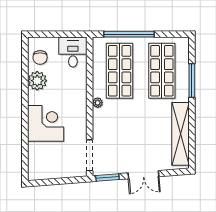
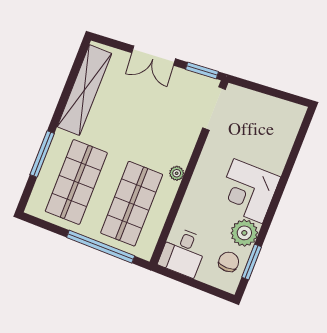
window: (25, 63) -> (252, 262), added
corner desk: (46, 123) -> (248, 191), moved
double door: (143, 175) -> (154, 56), swing flipped

